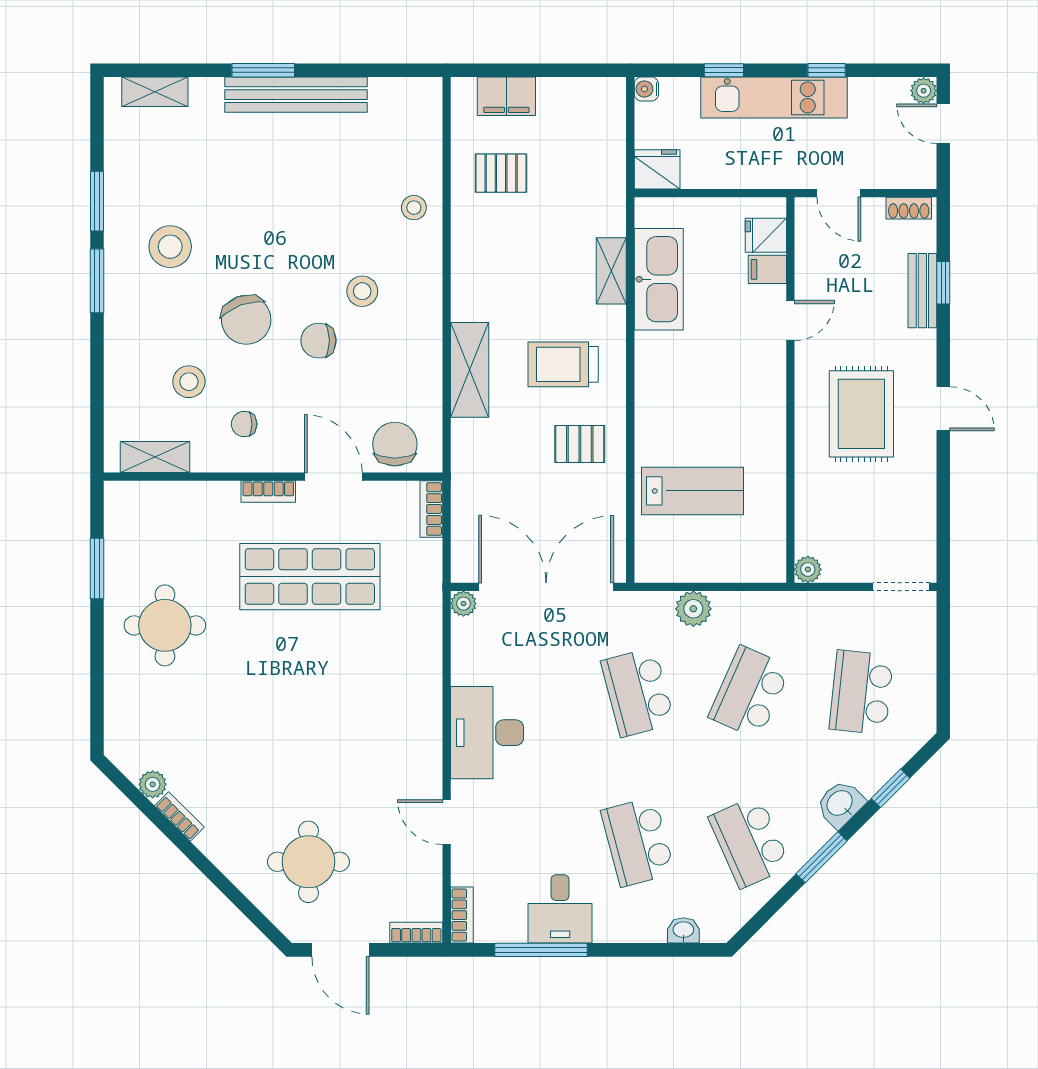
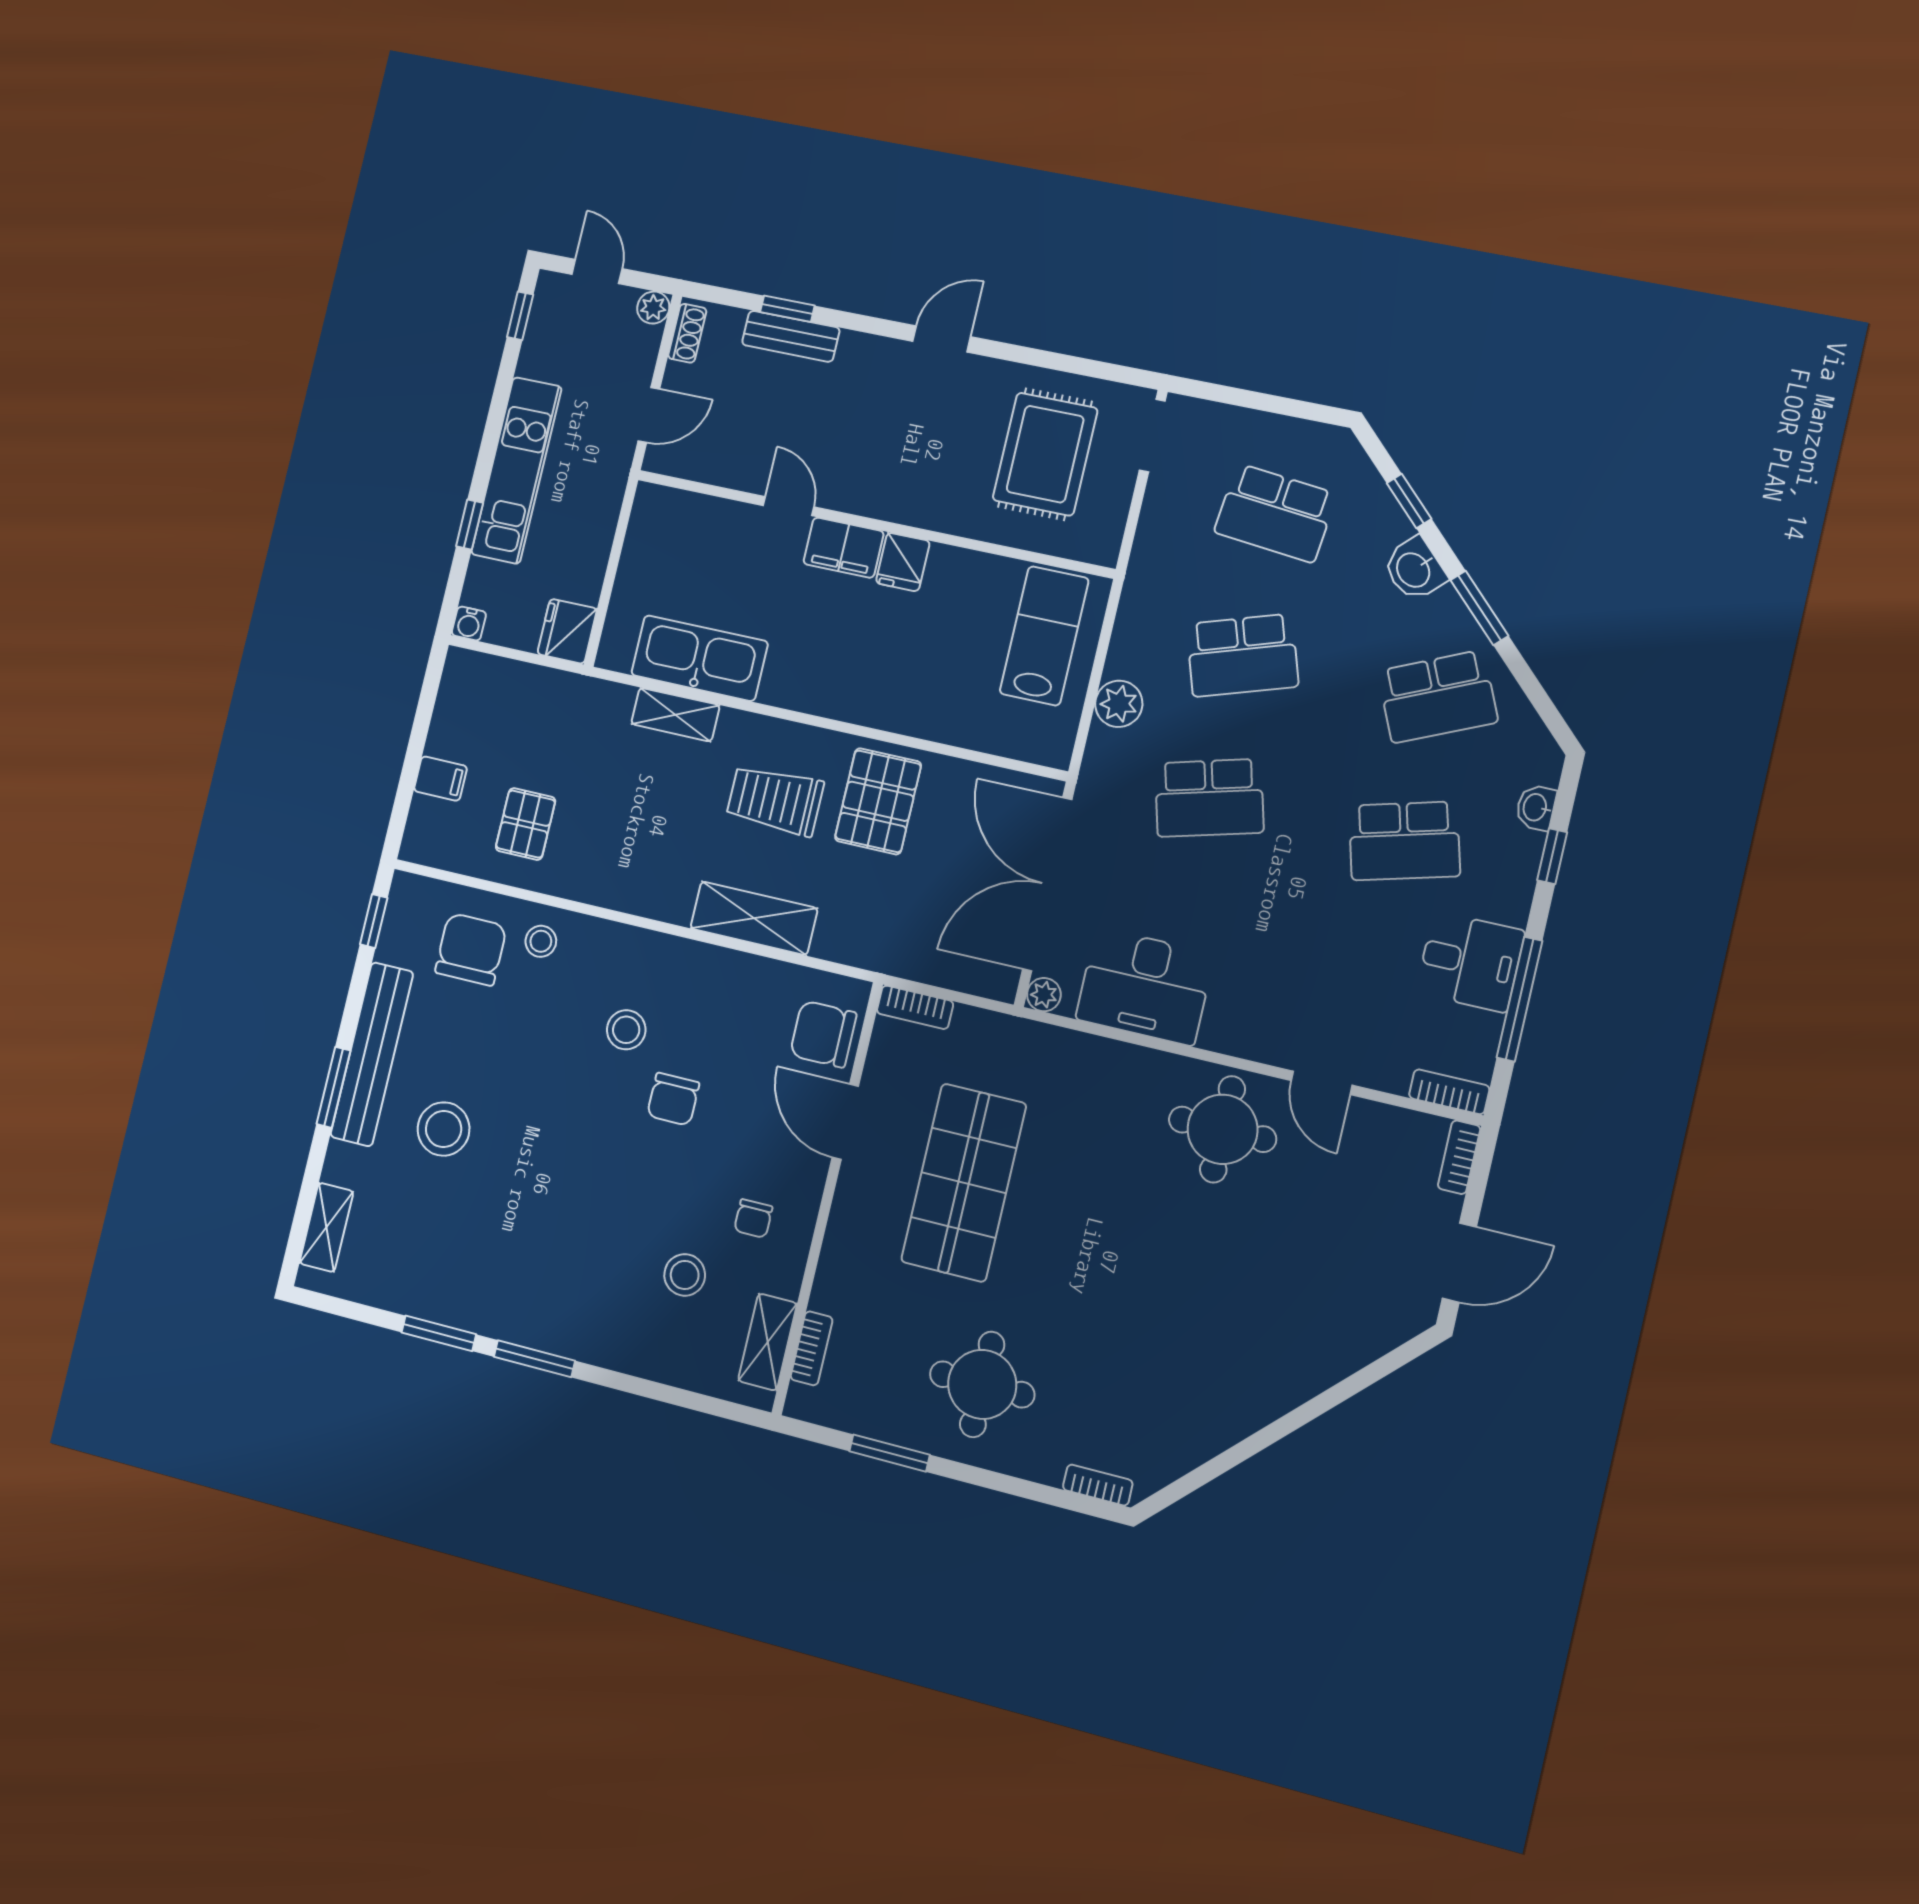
window: (399, 70) -> (374, 921), added
window: (827, 70) -> (520, 316), moved
plant: (924, 91) -> (653, 308), moved
filing cabinet: (506, 96) -> (440, 779), width x0.50
door: (943, 124) -> (597, 271), swing flipped
fridge: (766, 235) -> (903, 562), moved
stool: (170, 247) -> (444, 1129), moved
filing cabinet: (767, 269) -> (844, 548), moved, width x2.00
chair: (246, 320) -> (471, 949), moved, turned -70
trolley: (563, 364) -> (775, 800), turned 90
rug: (861, 414) -> (1045, 454), moved, turned 90
pallet: (580, 444) -> (878, 801), width x1.50, depth x1.42
door: (333, 477) -> (845, 1122), hinge flipped
lab bench: (692, 491) -> (1044, 636), moved
bookcase: (268, 492) -> (812, 1348), moved
plant: (808, 569) -> (1103, 549), removed
school desk: (750, 692) -> (1242, 655), turned -42
desk: (487, 733) -> (1145, 986), moved
plant: (153, 784) -> (1184, 1454), removed
bookcase: (179, 816) -> (1098, 1485), moved, turned 45
door: (447, 822) -> (1322, 1083), hinge flipped
round table: (308, 862) -> (1223, 1129), moved
window: (650, 950) -> (1552, 856), added

